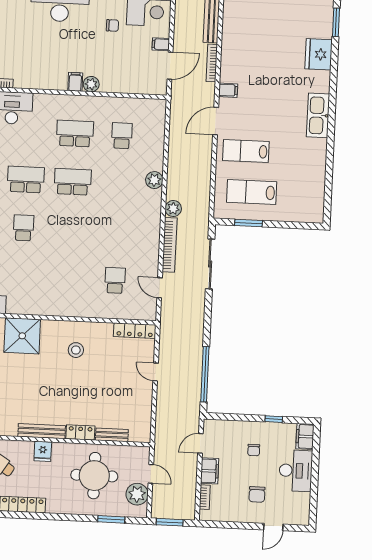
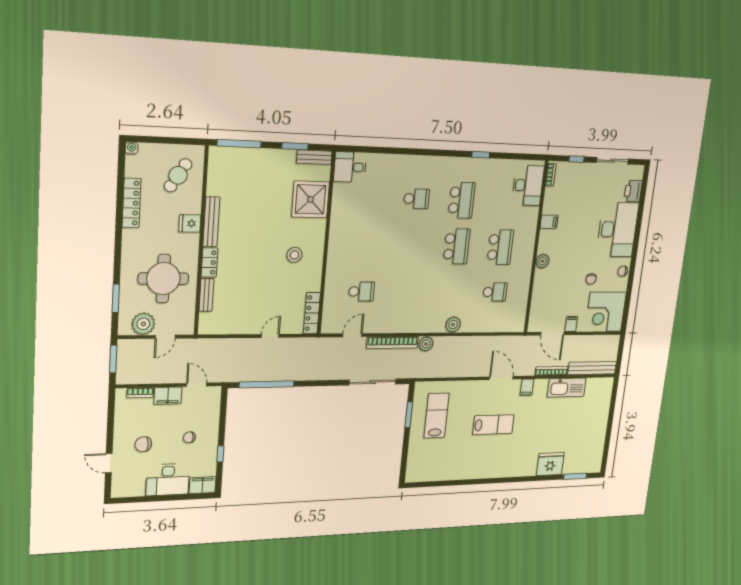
filing cabinet: (75, 82) -> (549, 222), moved
kitchen sink: (318, 115) -> (567, 388), moved, turned 180
lab bench: (246, 151) -> (493, 425), moved, turned 90

